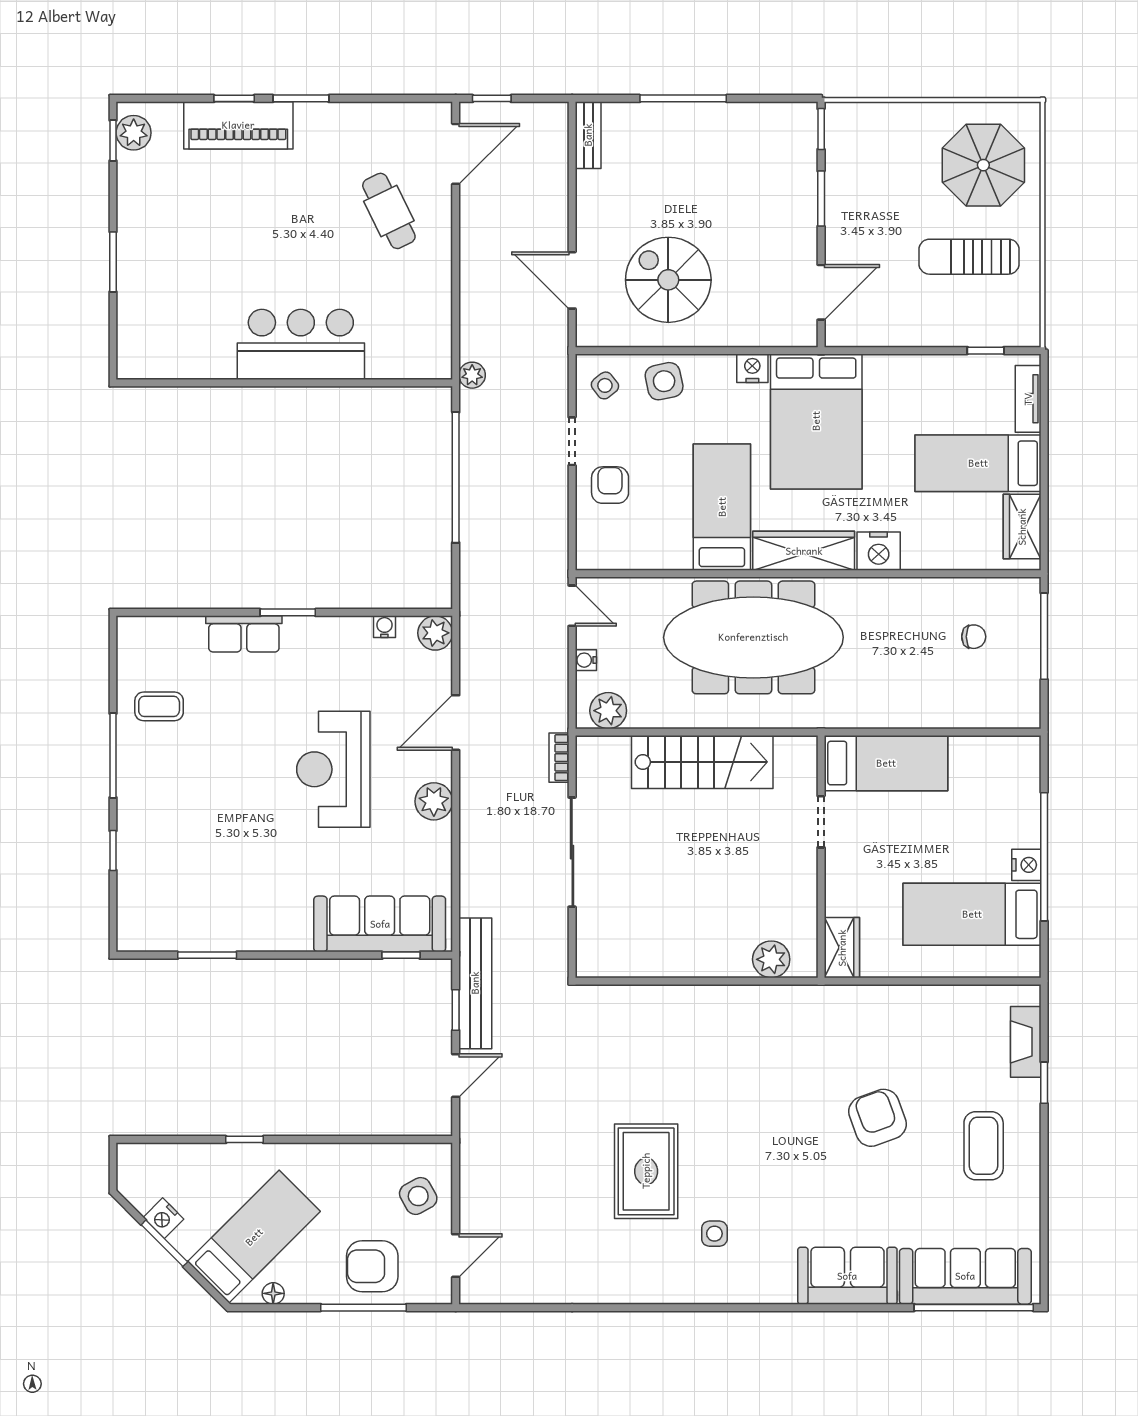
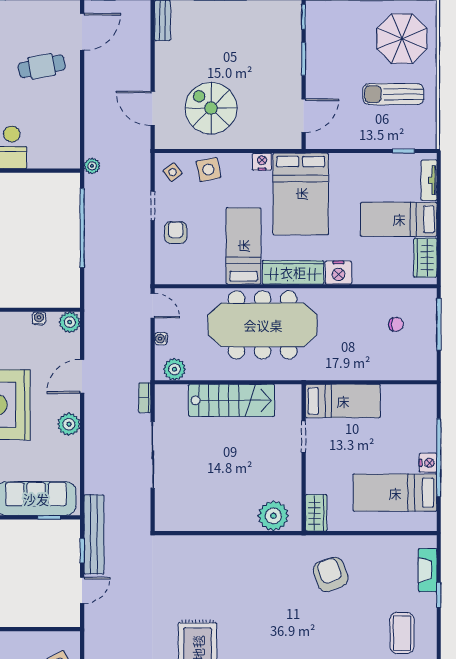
cafe table: (389, 211) -> (42, 66), turned -75
plant: (771, 959) -> (273, 516), width x1.36, depth x1.36
armchair: (878, 1118) -> (331, 574), moved

